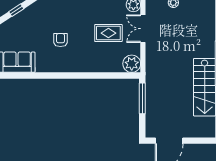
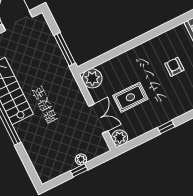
armchair: (60, 40) -> (174, 67), turned 180

